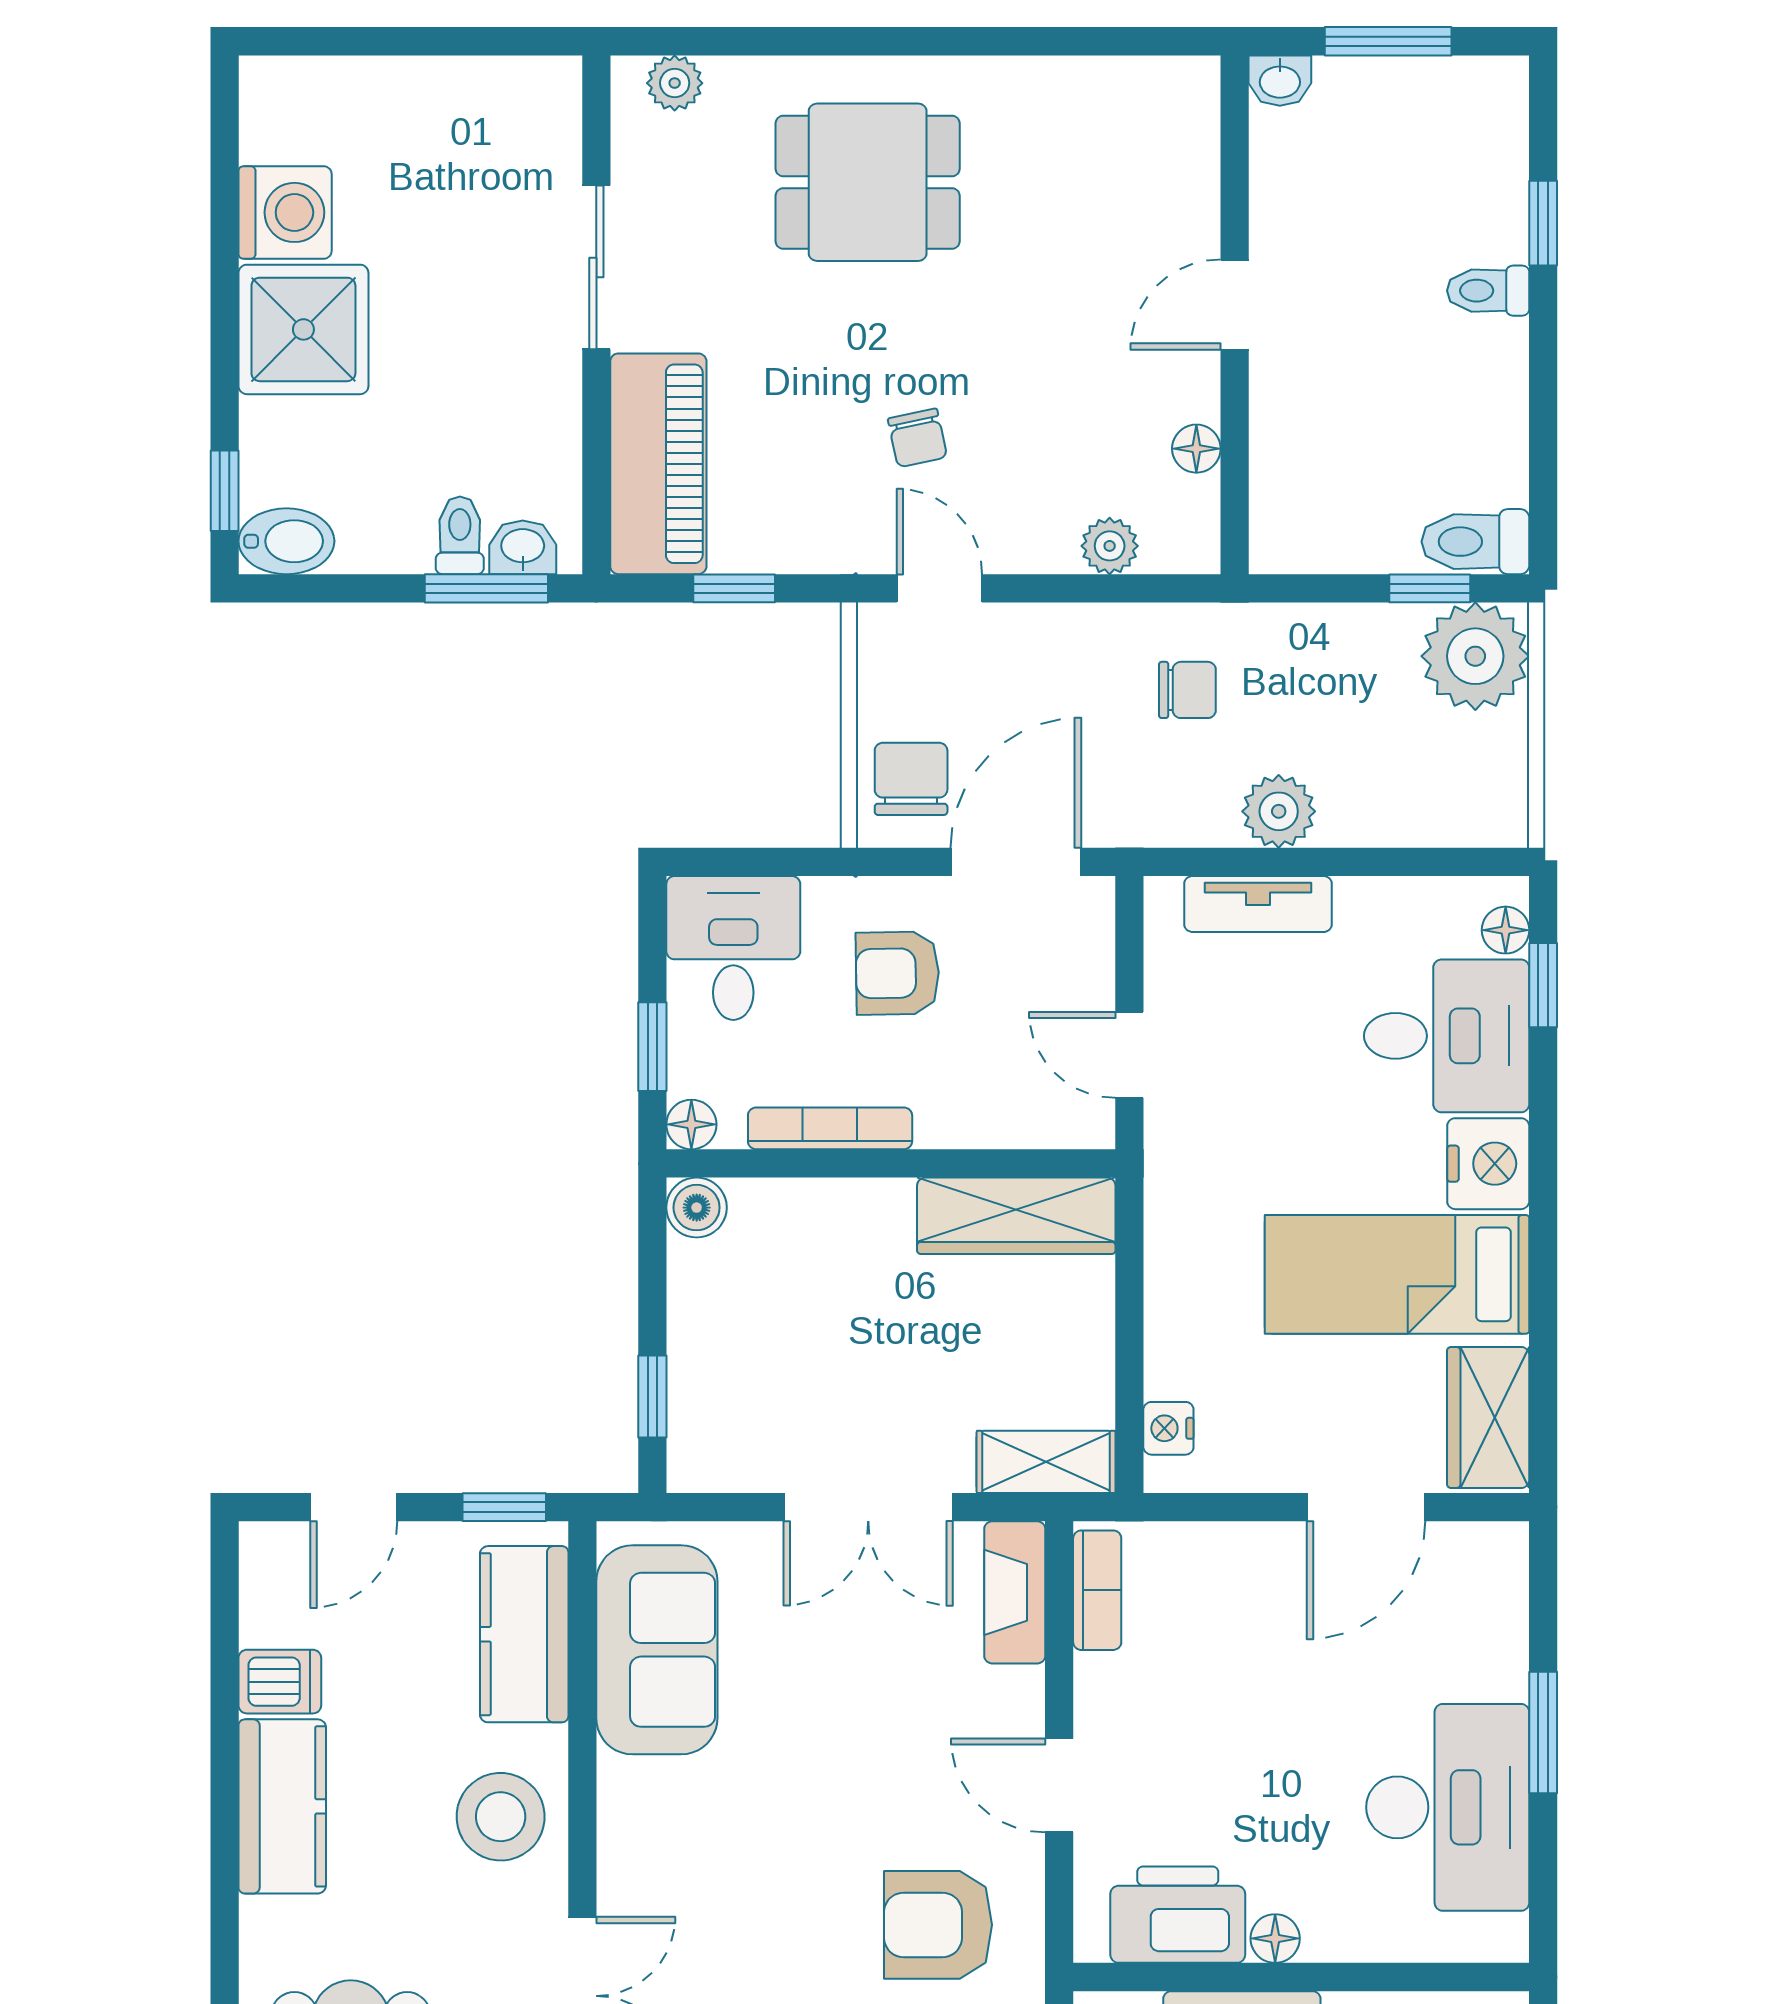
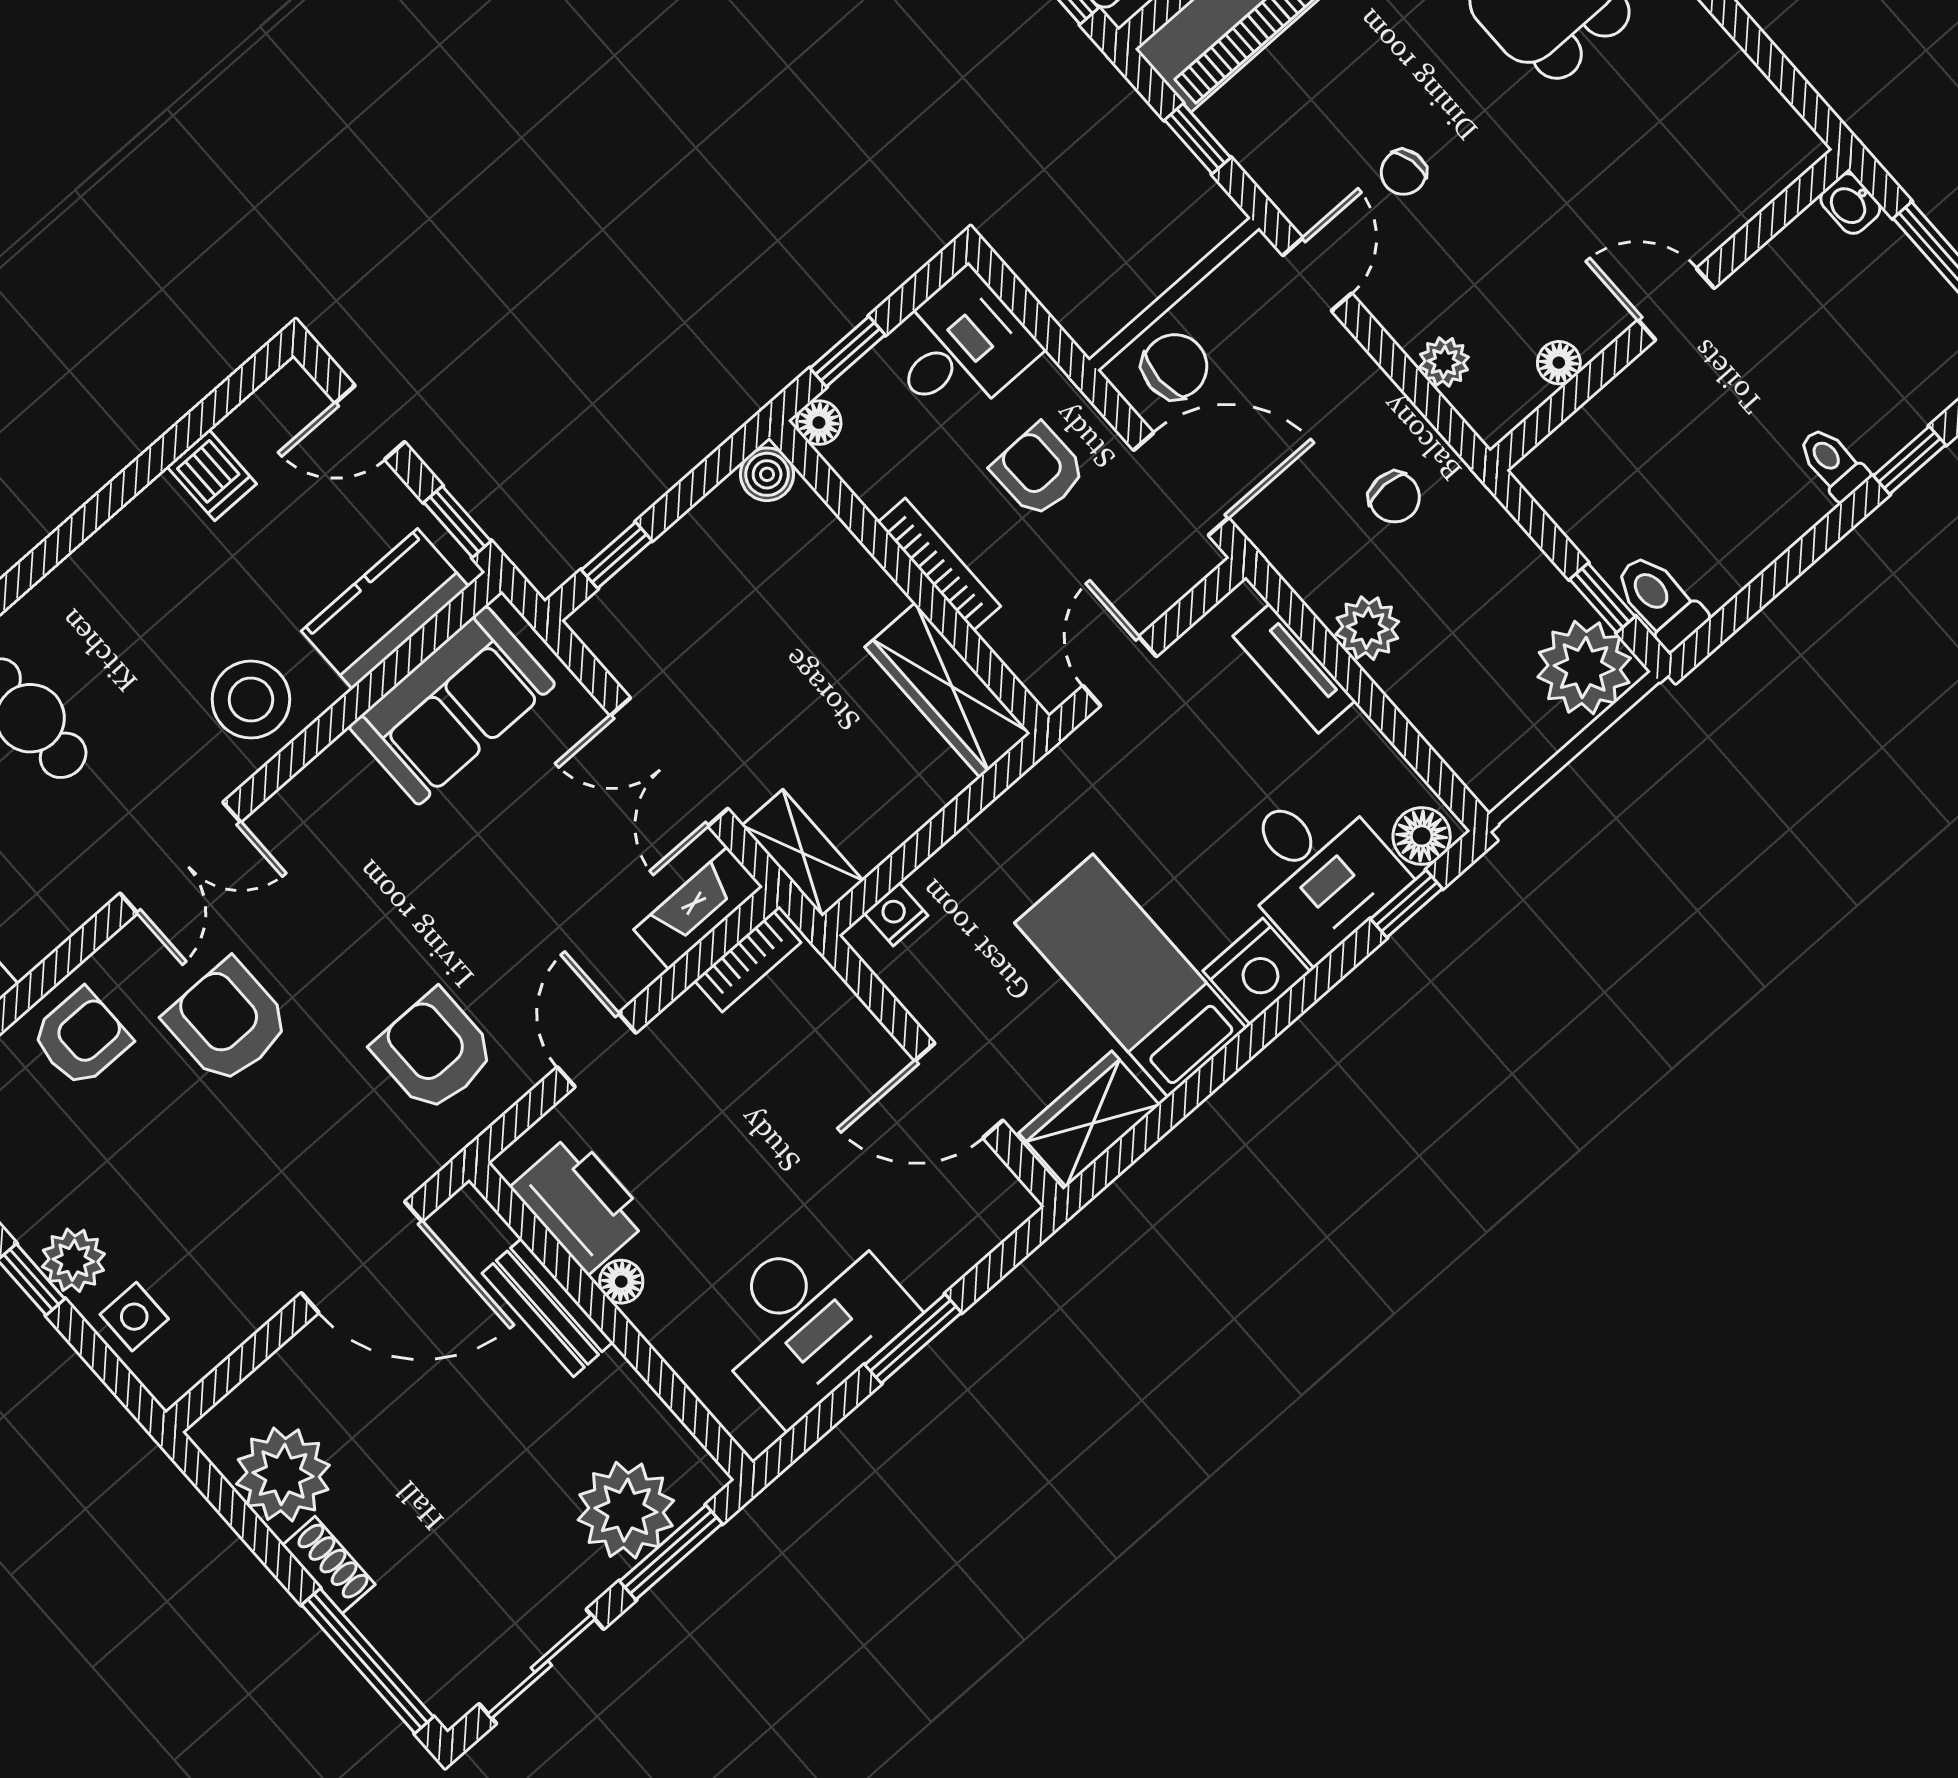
floor lamp: (1506, 930) -> (1422, 836), width x1.37, depth x1.37
bookcase: (830, 1128) -> (939, 564), moved
kitchen counter: (282, 1806) -> (131, 549), removed

